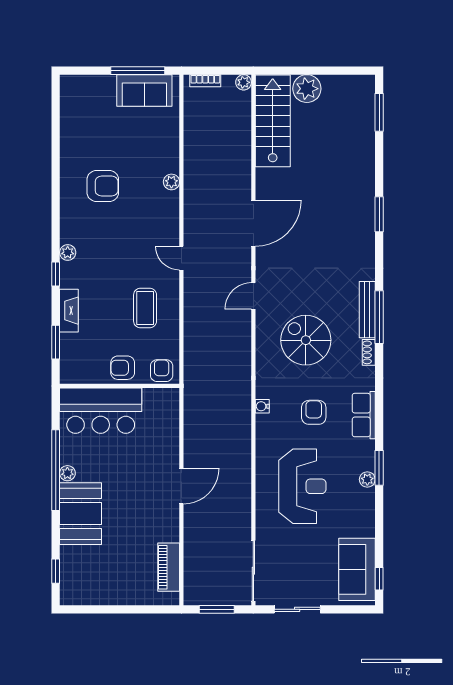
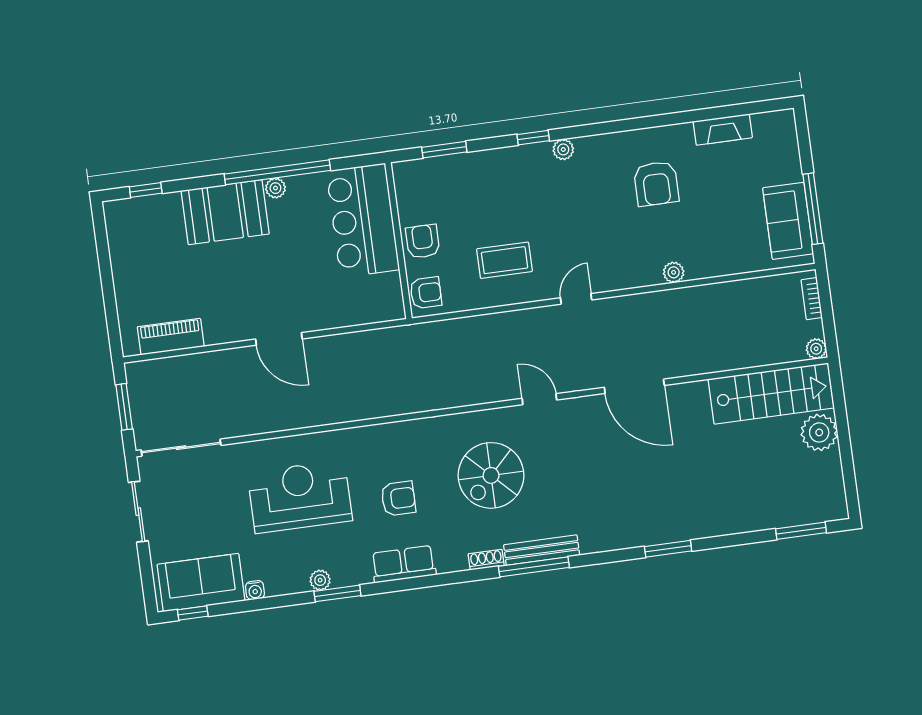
fireplace: (69, 311) -> (723, 130), moved
spiral stairs: (306, 340) -> (491, 475), turned 180
water cooler: (262, 406) -> (255, 590), moved, turned 180
reception desk: (302, 486) -> (300, 497), turned 180

